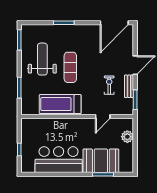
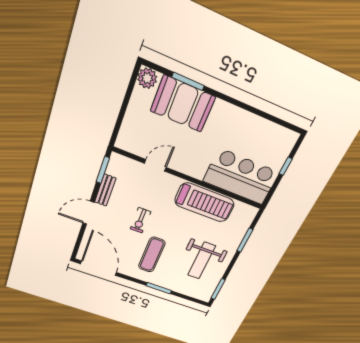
door: (114, 23) -> (99, 268), hinge flipped
exercise mat: (70, 67) -> (152, 255), moved
exercise bike: (109, 85) -> (140, 220), moved
plant: (127, 137) -> (147, 78), moved
bar counter: (59, 160) -> (241, 177), moved, turned 180

